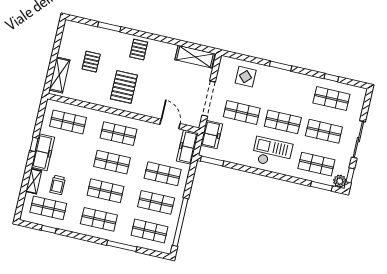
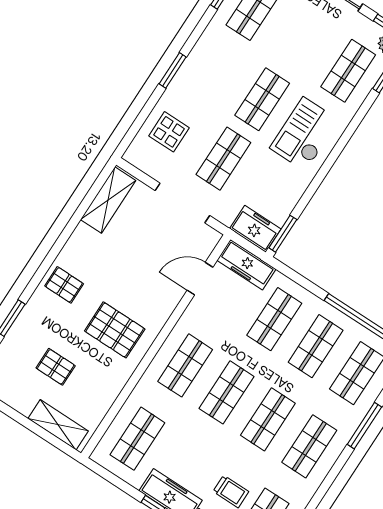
shop shelf: (324, 131) -> (301, 40), removed
freezer: (211, 135) -> (255, 229), moved

